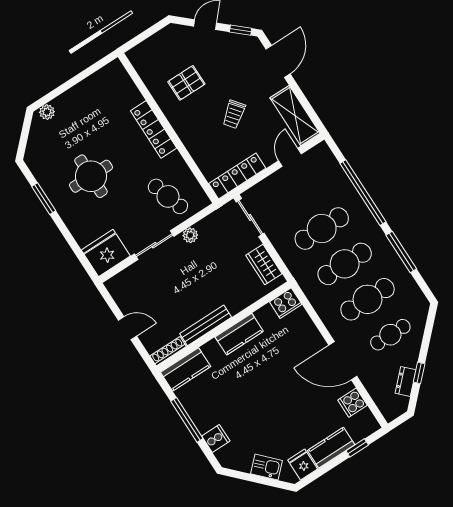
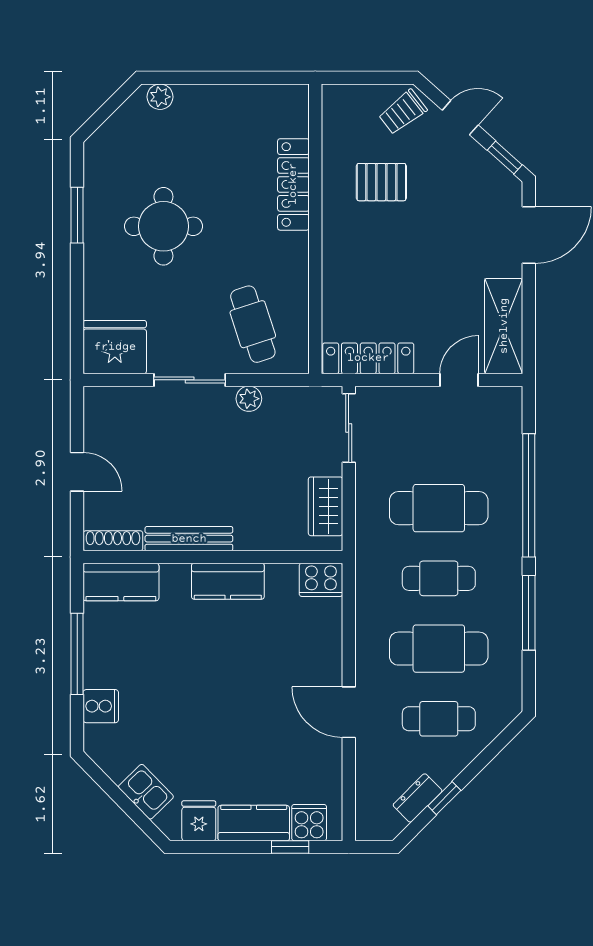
trolley: (234, 114) -> (403, 112), moved
locker: (154, 129) -> (293, 184), moved
cafe table: (345, 264) -> (439, 578), width x0.73, depth x0.74
door: (343, 361) -> (349, 712), width x0.73
cooker: (353, 403) -> (309, 823), moved, turned 90

